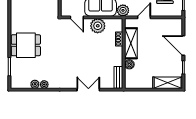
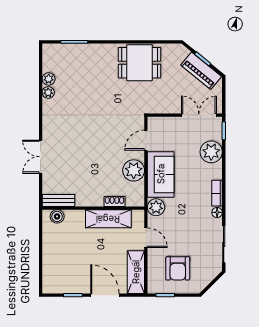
dining table: (26, 45) -> (140, 63), moved, turned 90
door: (183, 46) -> (105, 295), hinge flipped
boiler: (129, 64) -> (57, 216), moved
shelving: (168, 83) -> (136, 272), moved
double door: (88, 90) -> (41, 157), swing flipped

